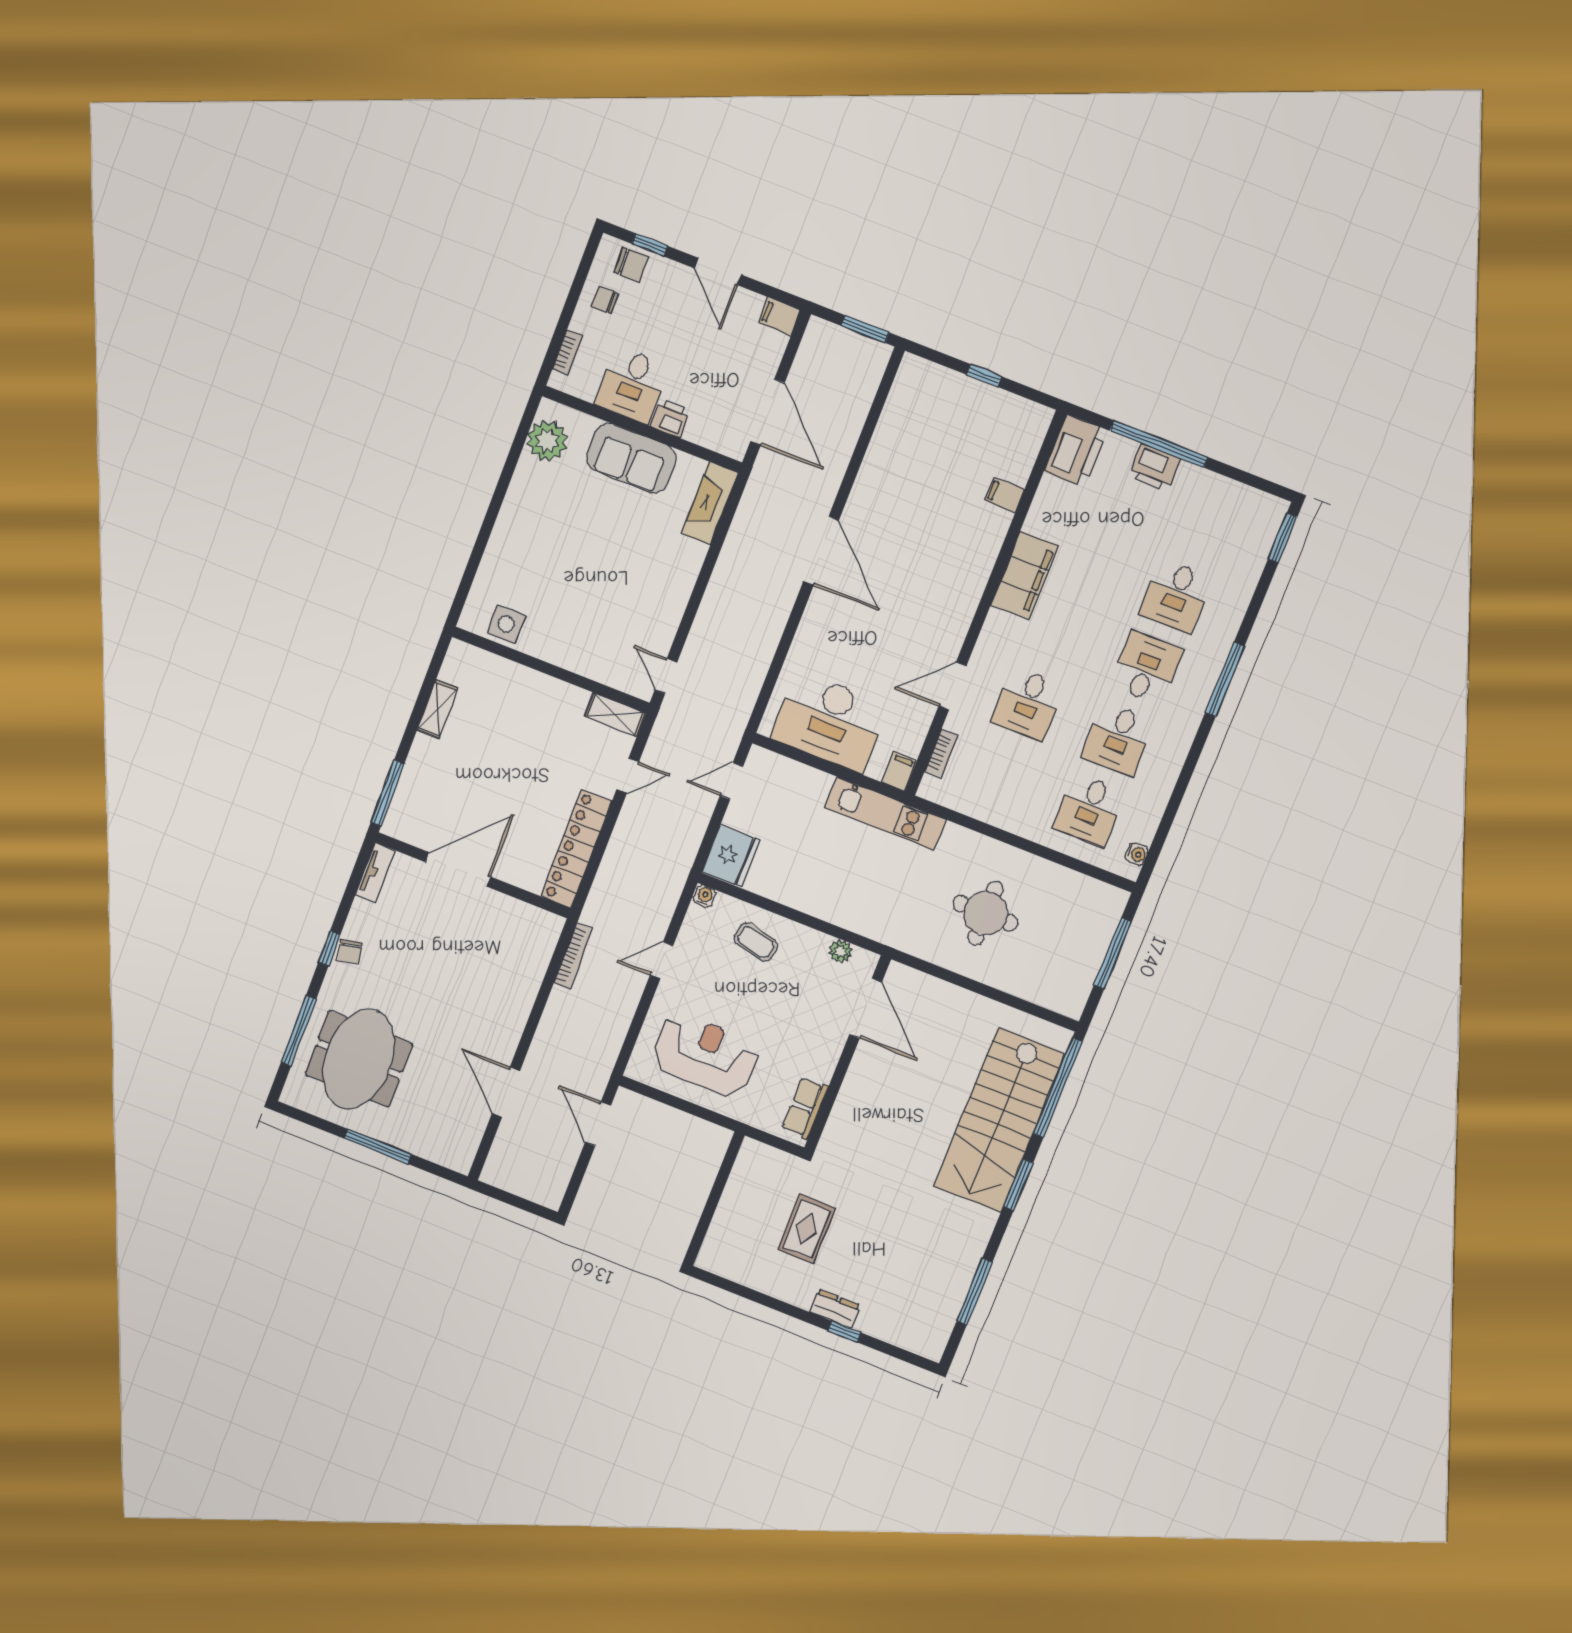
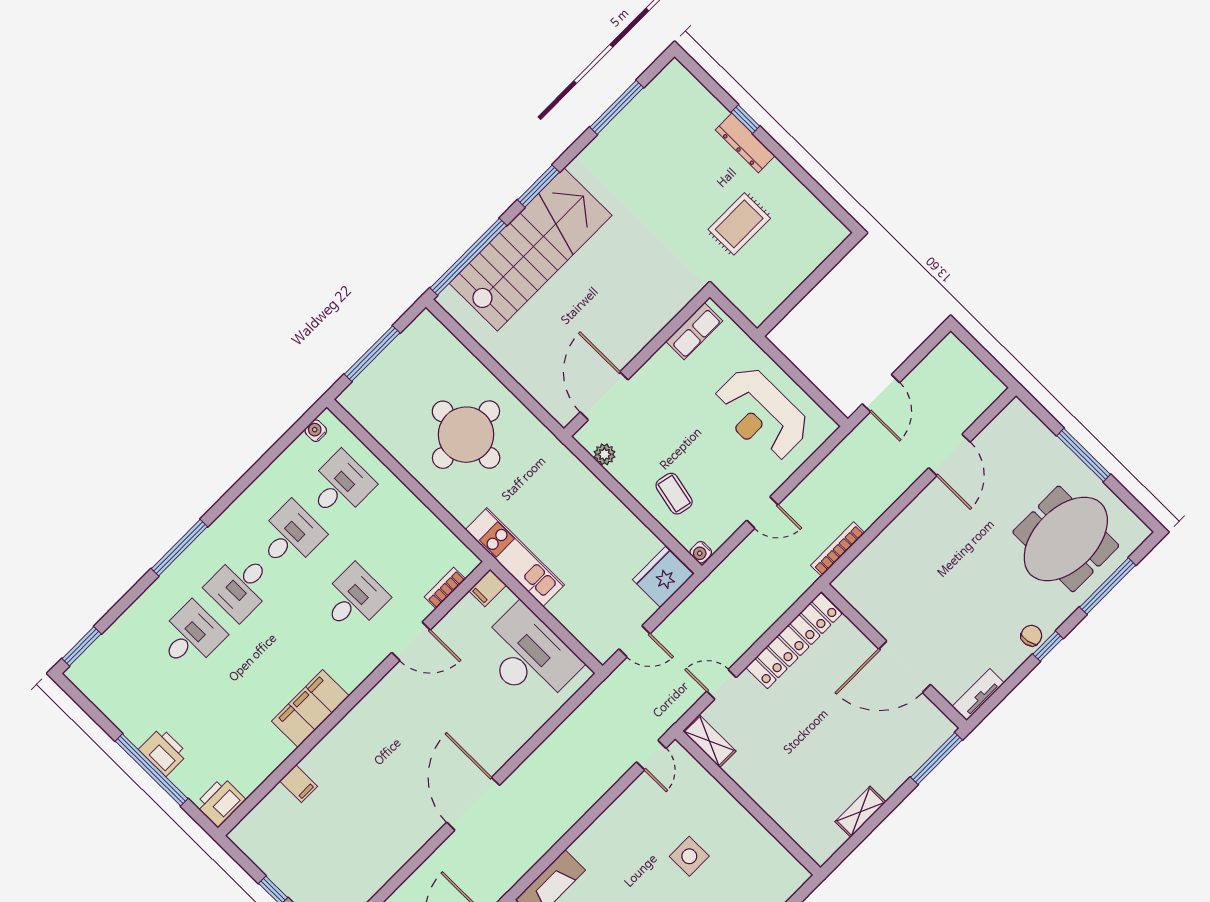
printer: (1076, 451) -> (220, 802), width x0.73, depth x0.84
side table: (506, 624) -> (689, 856), moved
round table: (985, 913) -> (466, 435), width x1.36, depth x1.36
dresser: (835, 1309) -> (745, 143), width x1.44

